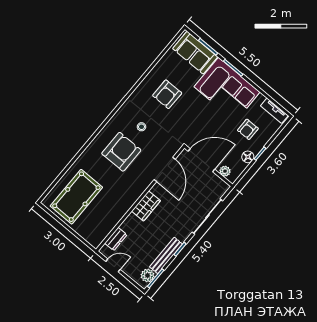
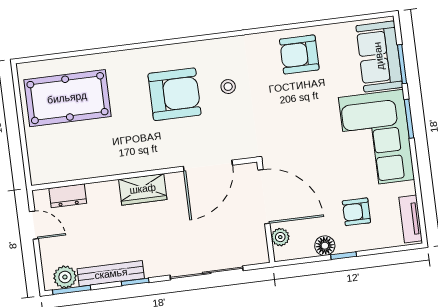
armchair: (167, 94) -> (299, 54), moved

